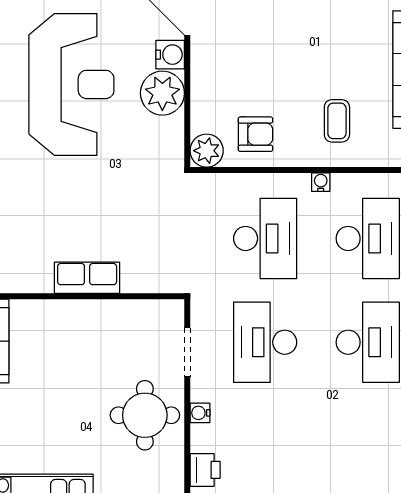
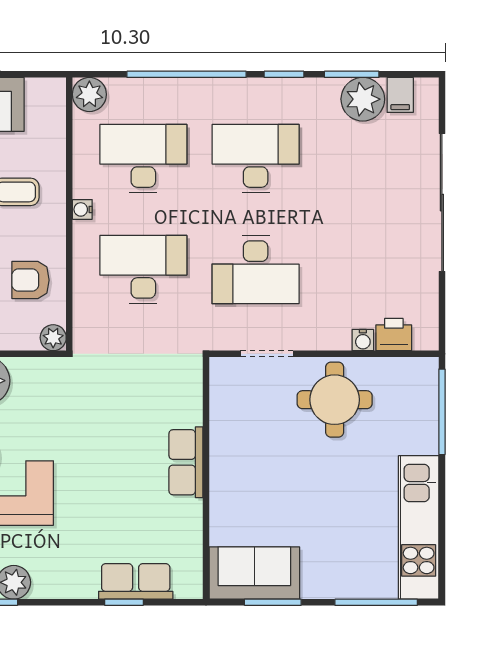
armchair: (255, 134) -> (30, 280), turned -90
plant: (207, 151) -> (53, 338), width x0.73, depth x0.73
water cooler: (200, 413) -> (363, 340), moved

